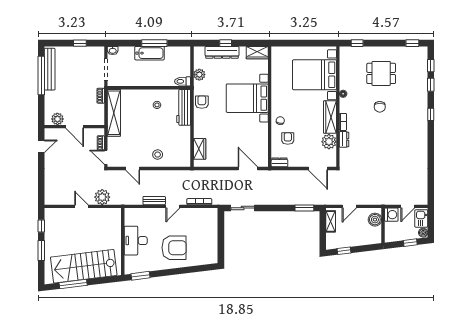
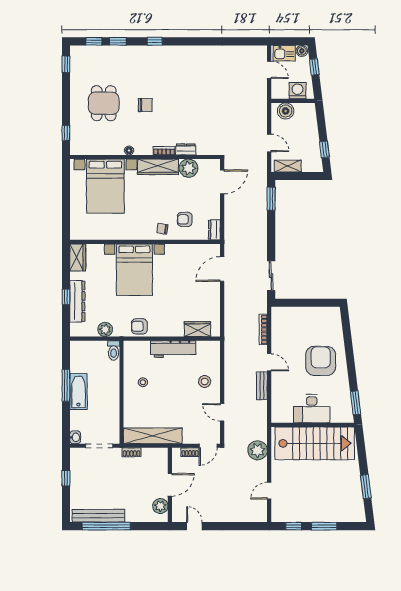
workbench: (184, 107) -> (173, 349), moved
door: (133, 169) -> (222, 412), swing flipped
door: (81, 206) -> (269, 491), moved
washing machine: (391, 215) -> (298, 91), moved
stairs: (84, 266) -> (315, 443), moved, turned -83
window: (73, 284) -> (366, 487), width x0.69

